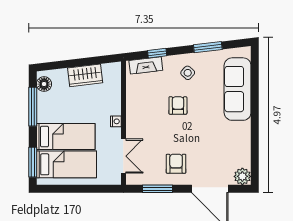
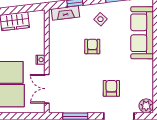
double door: (123, 156) -> (47, 89), swing flipped
armchair: (176, 164) -> (111, 88), moved

